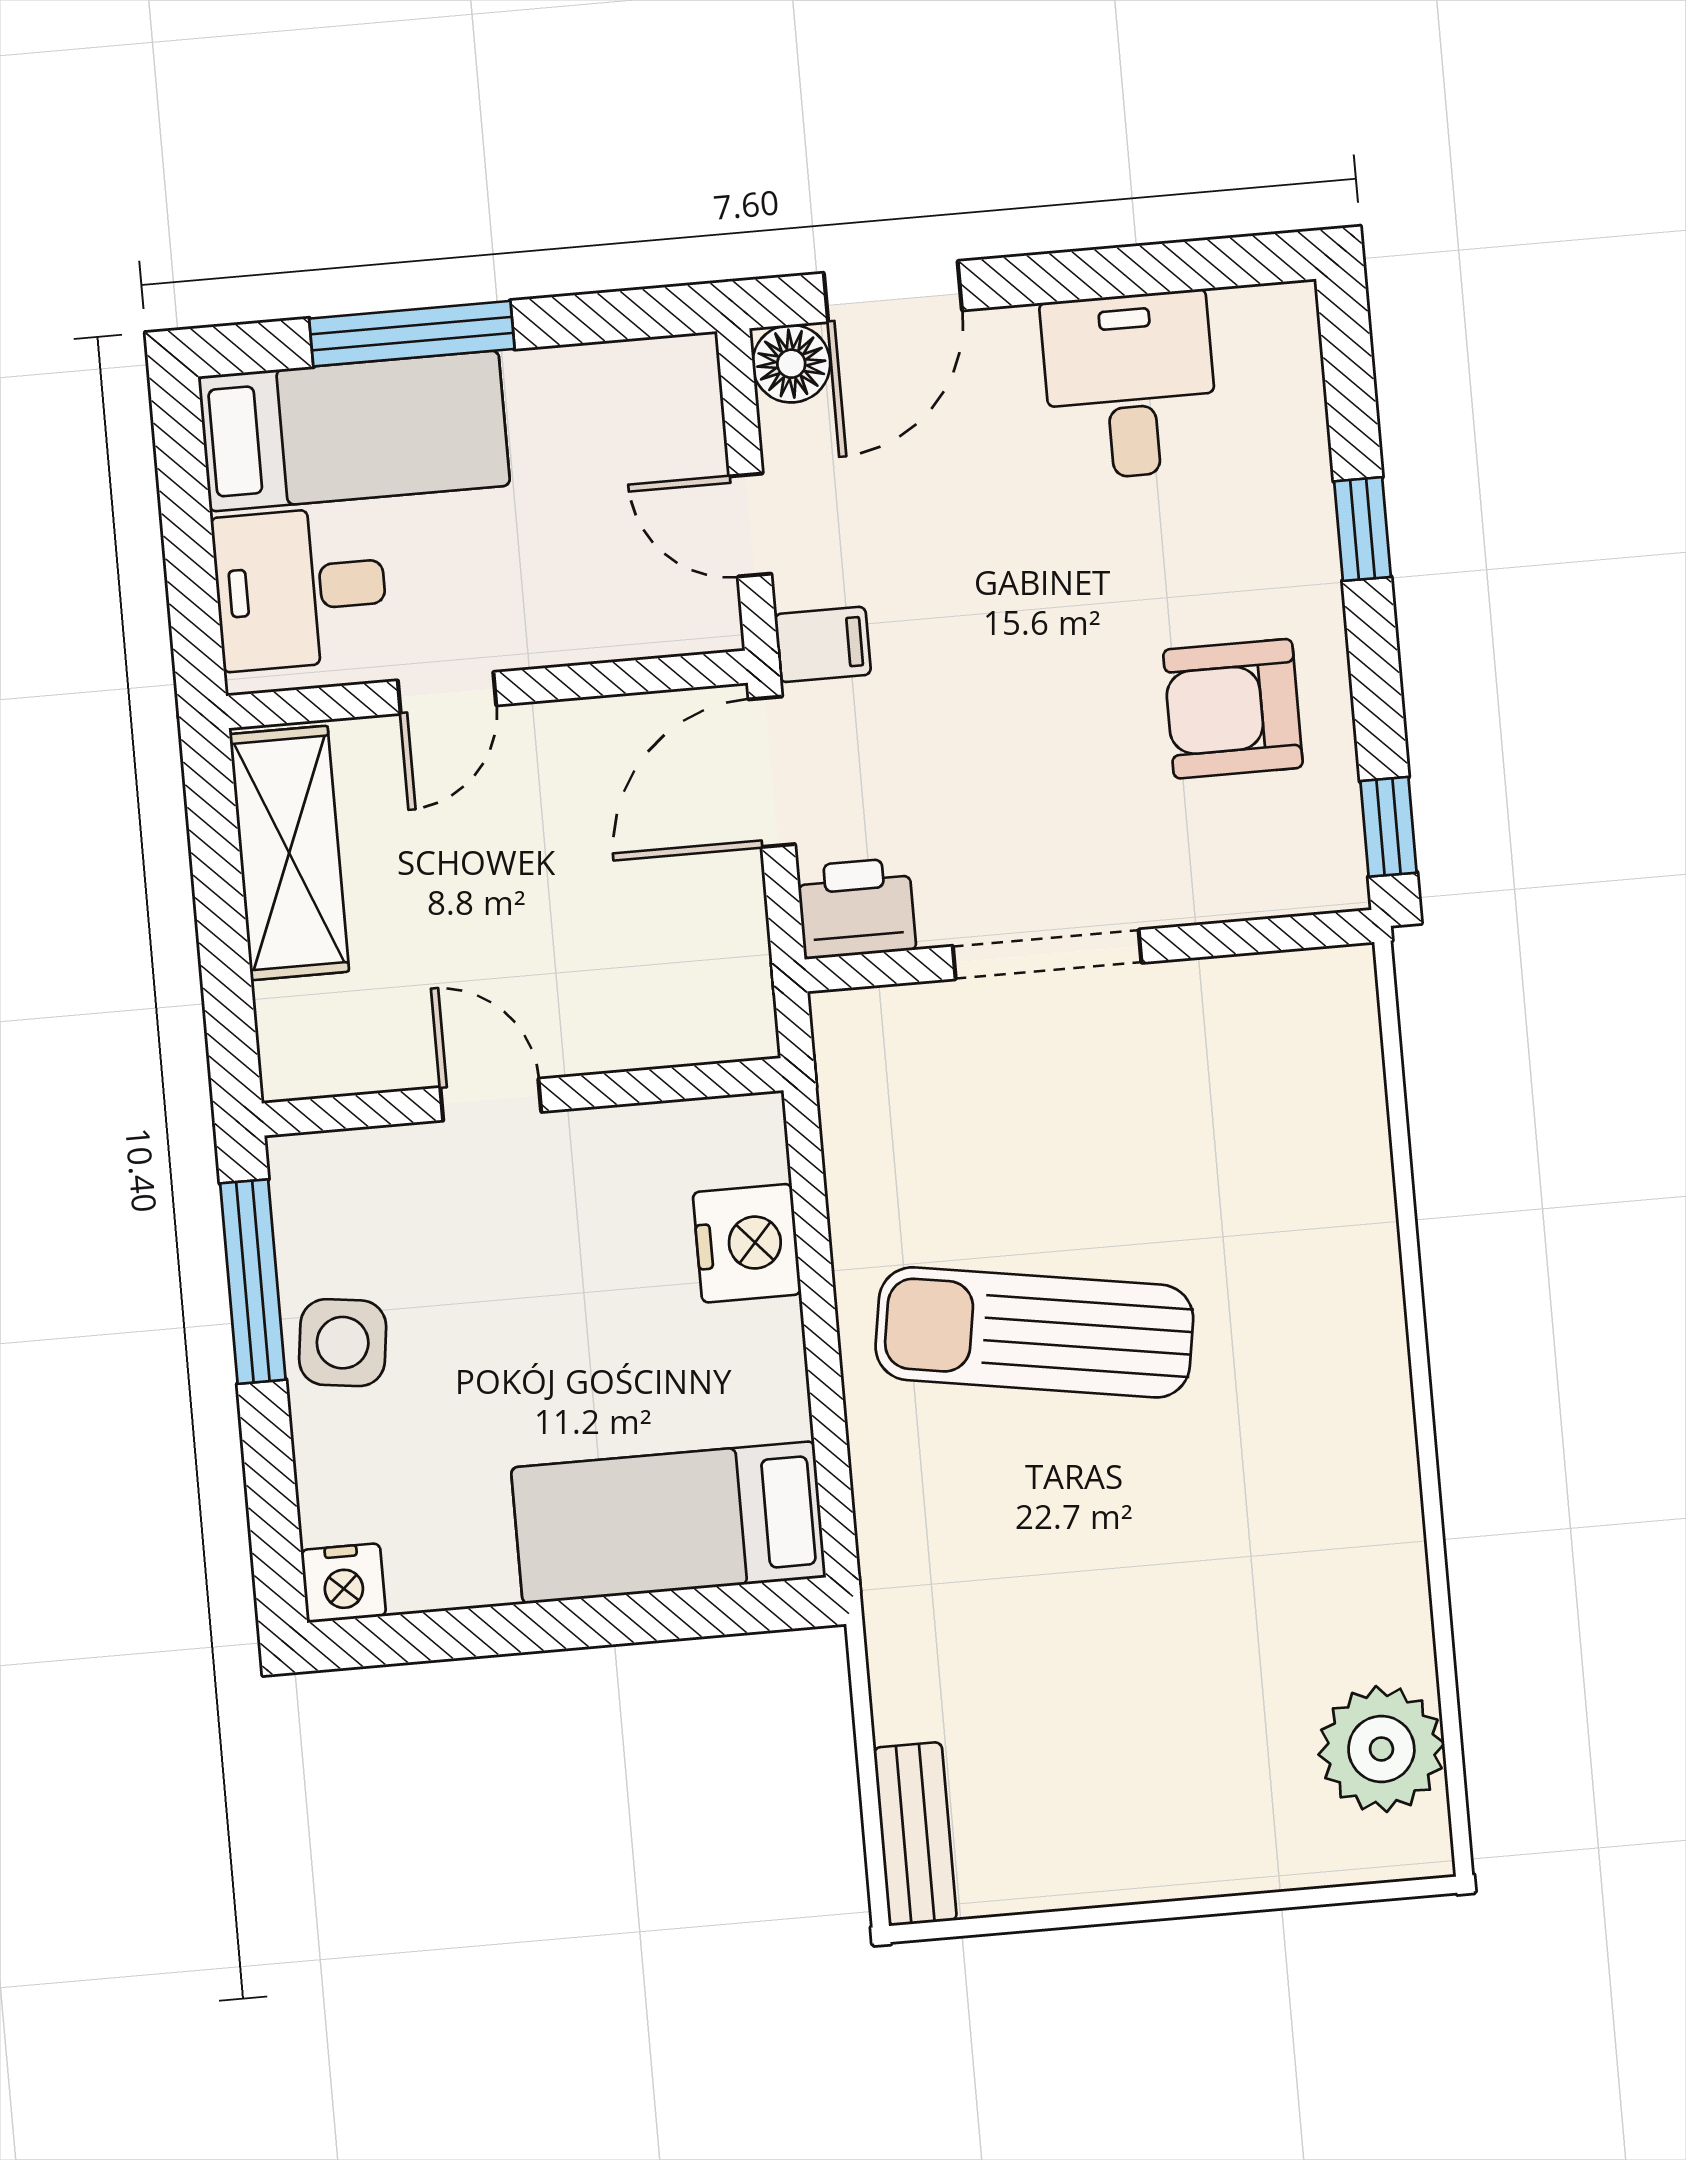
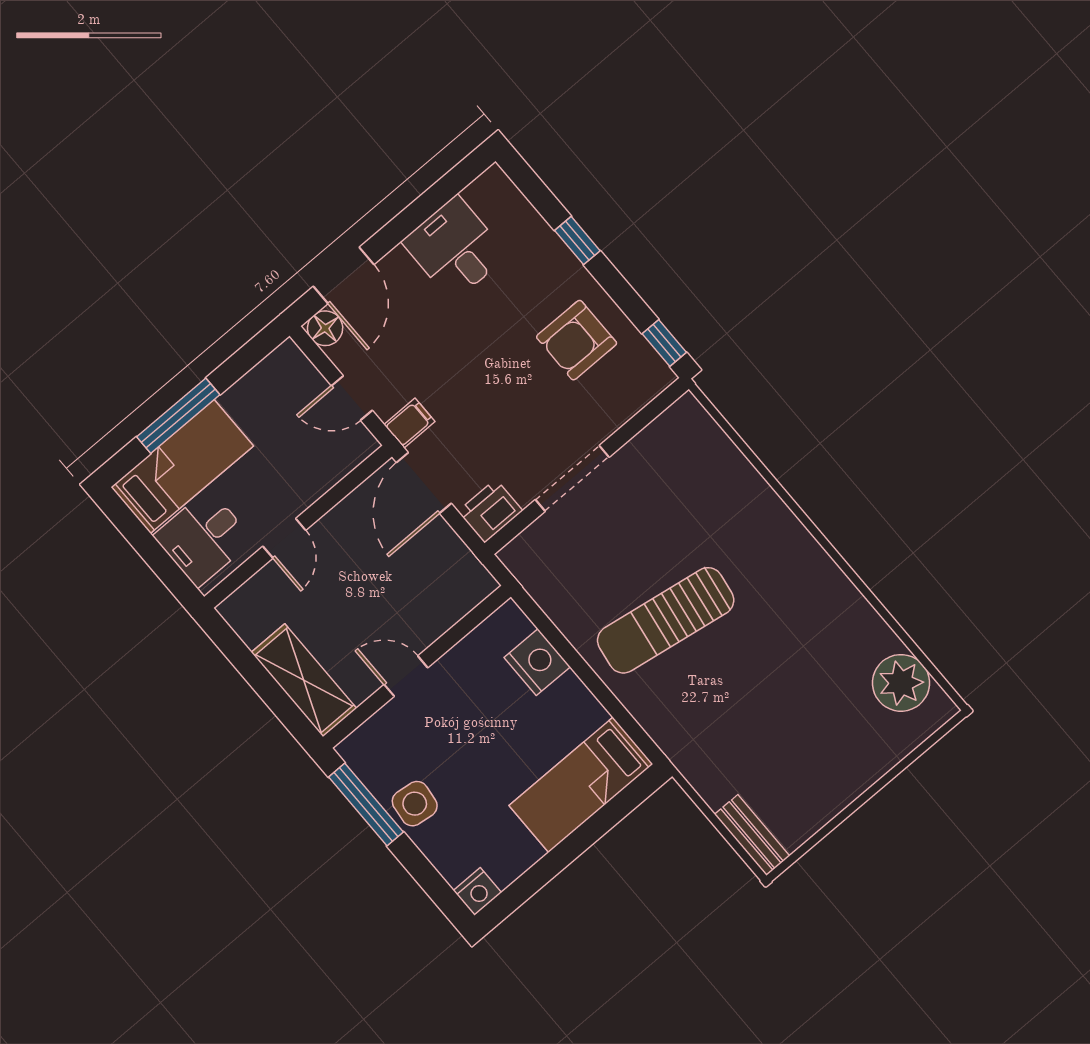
shelving: (289, 853) -> (304, 680), moved

